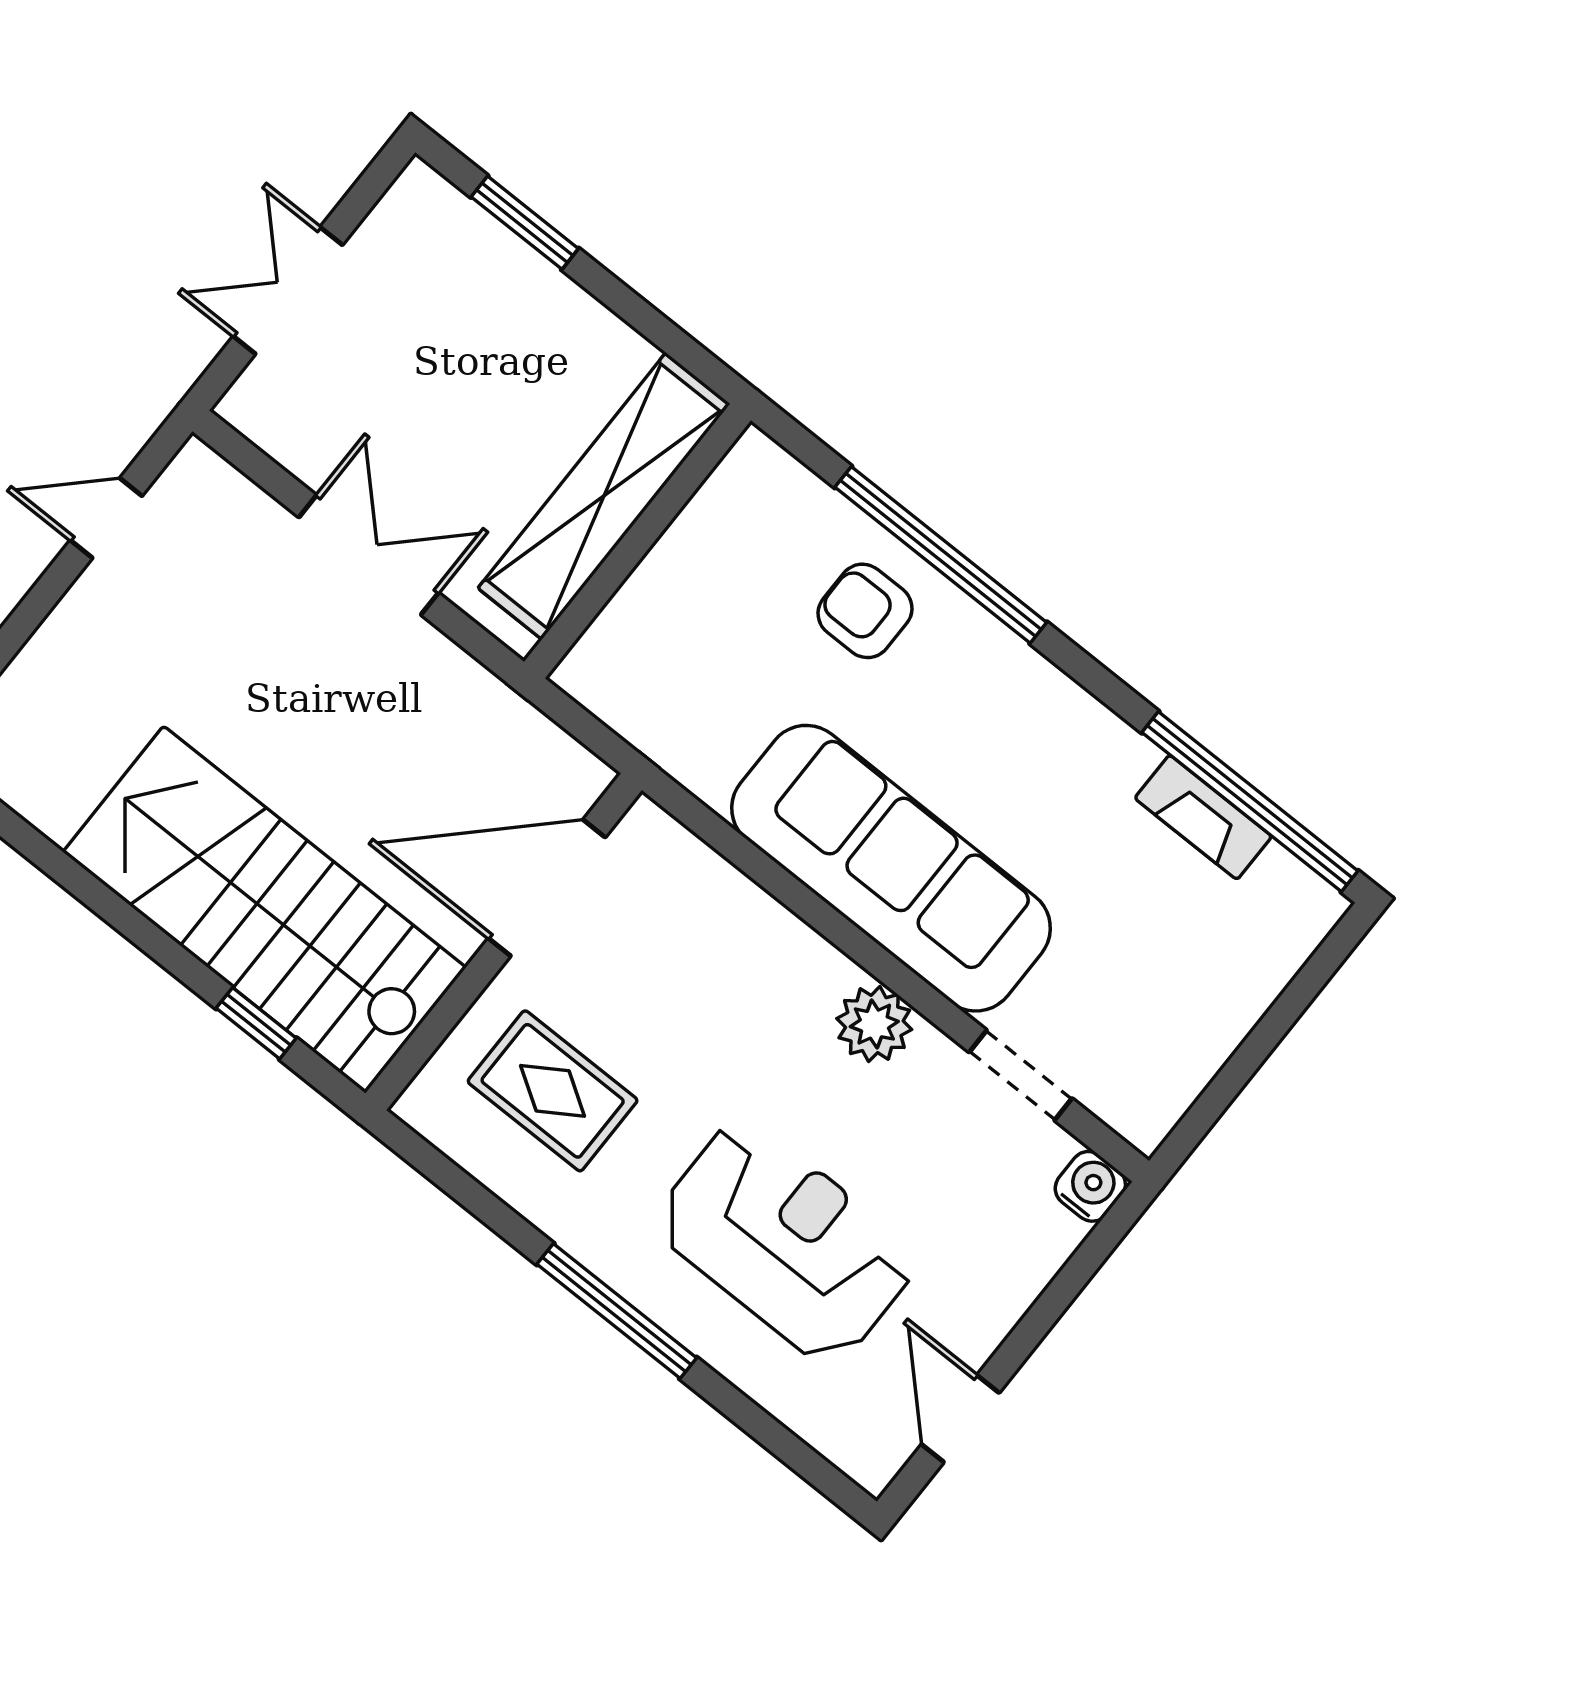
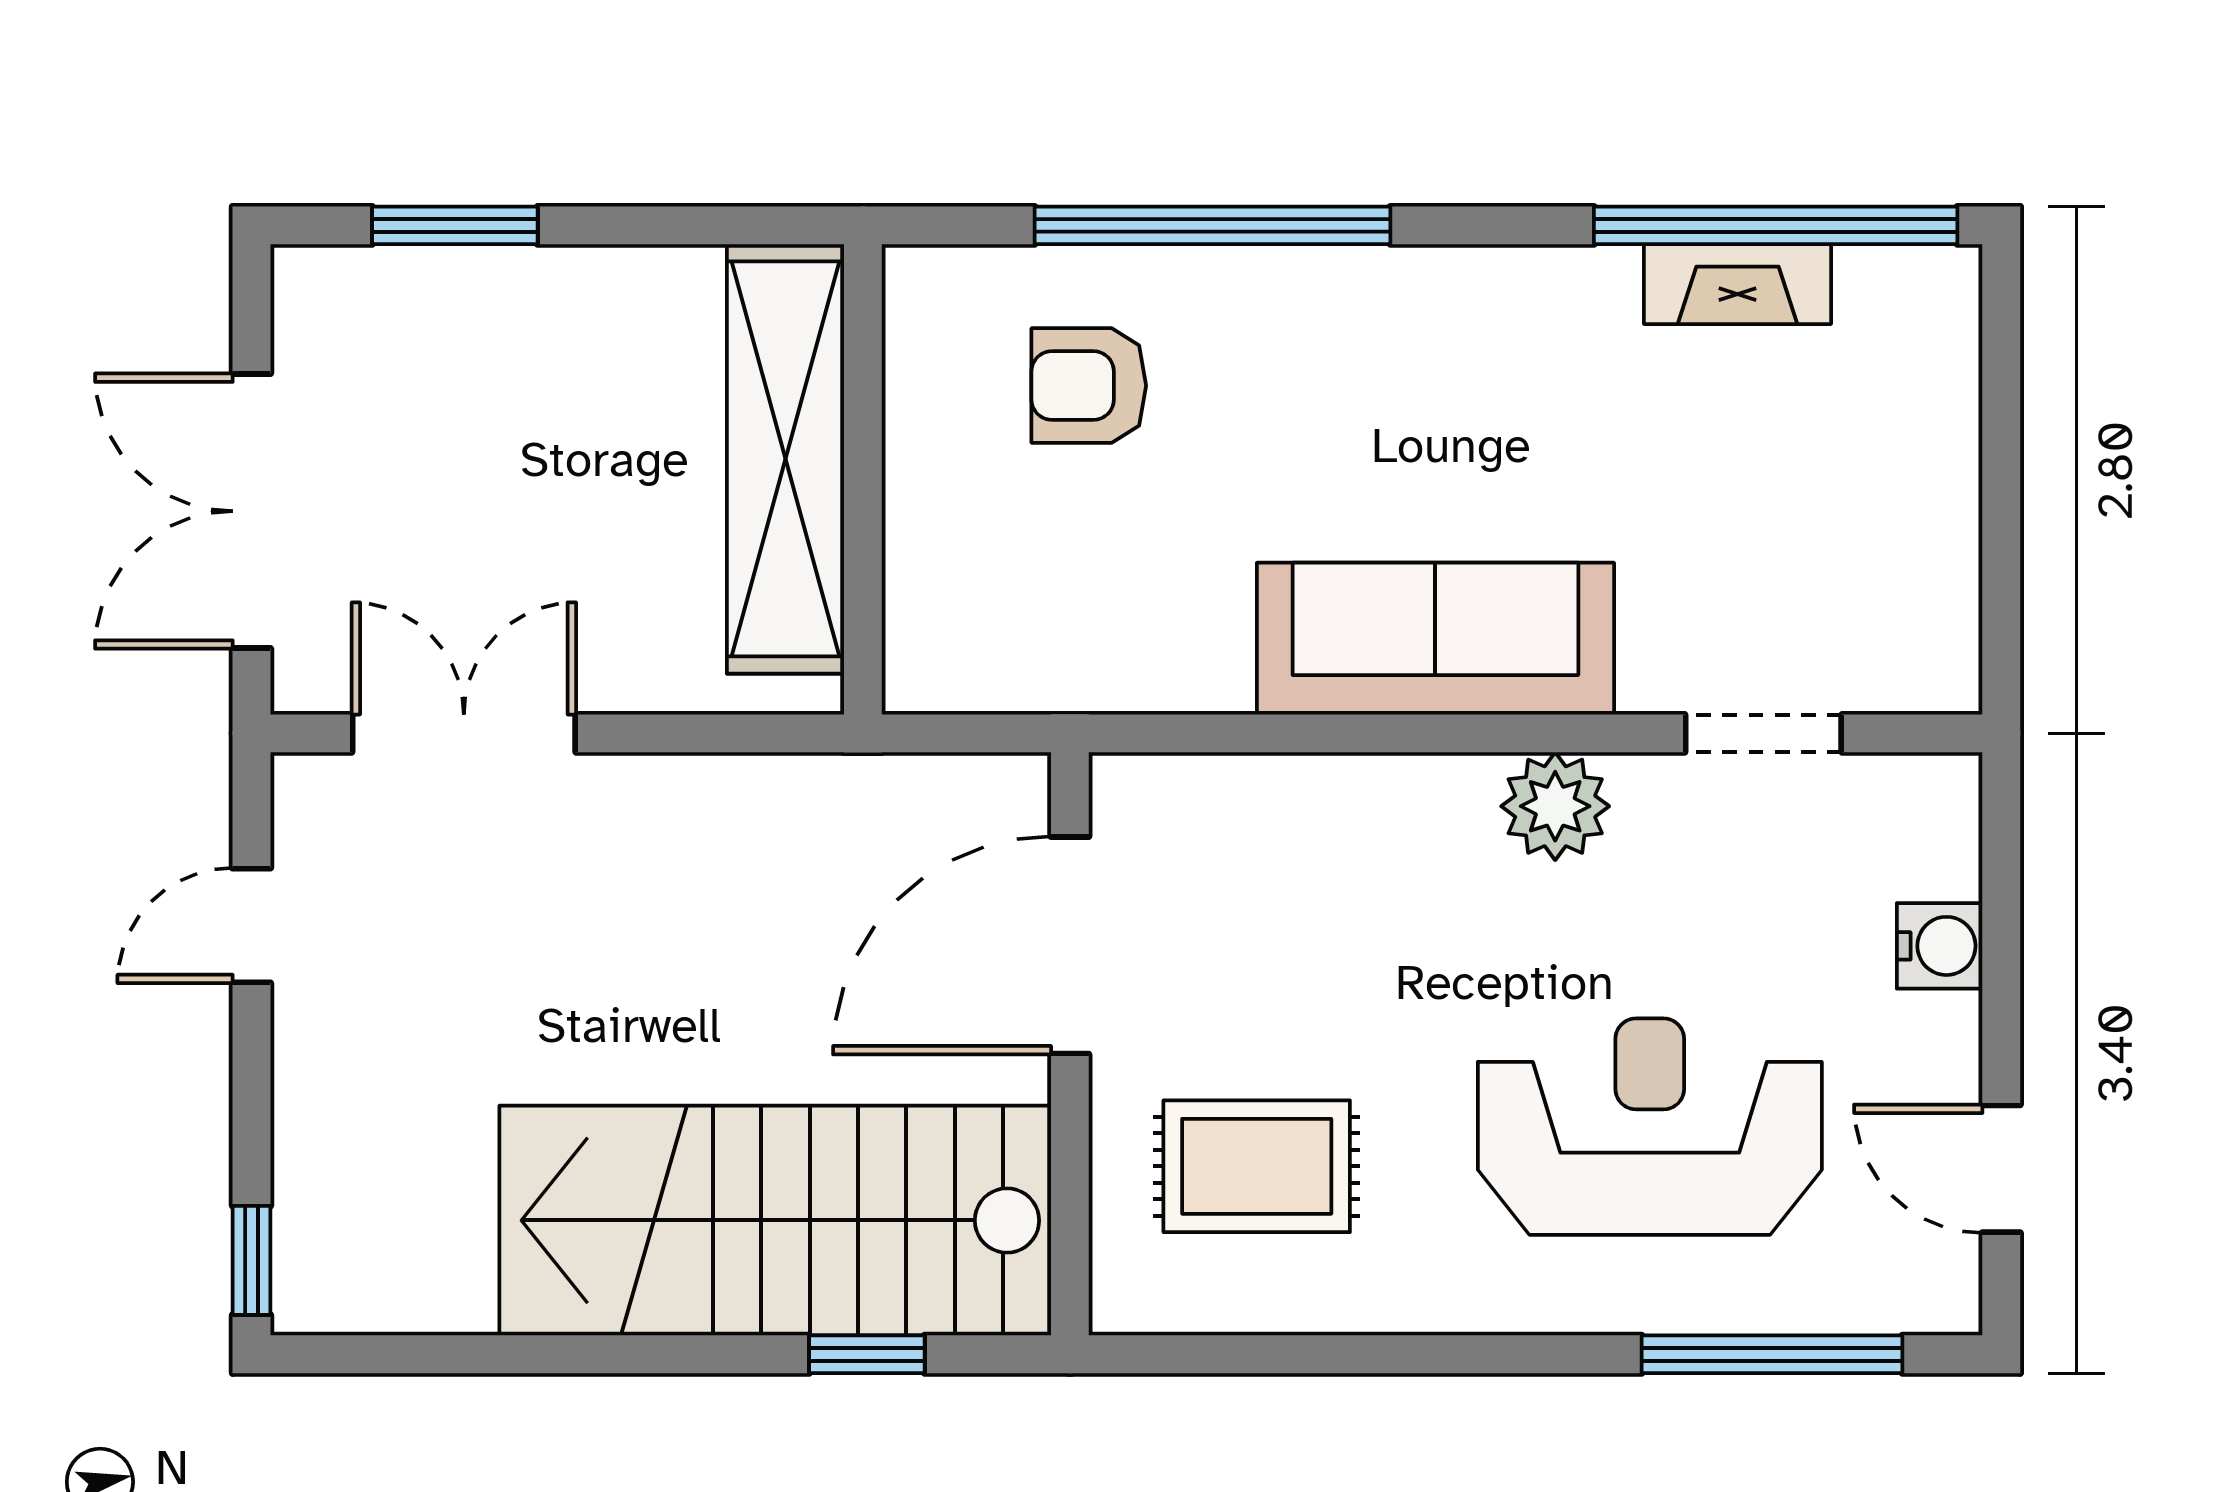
double door: (288, 291) -> (251, 511), width x1.37
double door: (369, 555) -> (464, 733), moved
armchair: (865, 611) -> (1089, 386), moved
sofa: (891, 868) -> (1435, 639), width x0.74, depth x0.79
water cooler: (1090, 1186) -> (1940, 946), moved, turned 90
window: (617, 1311) -> (1772, 1354), moved

